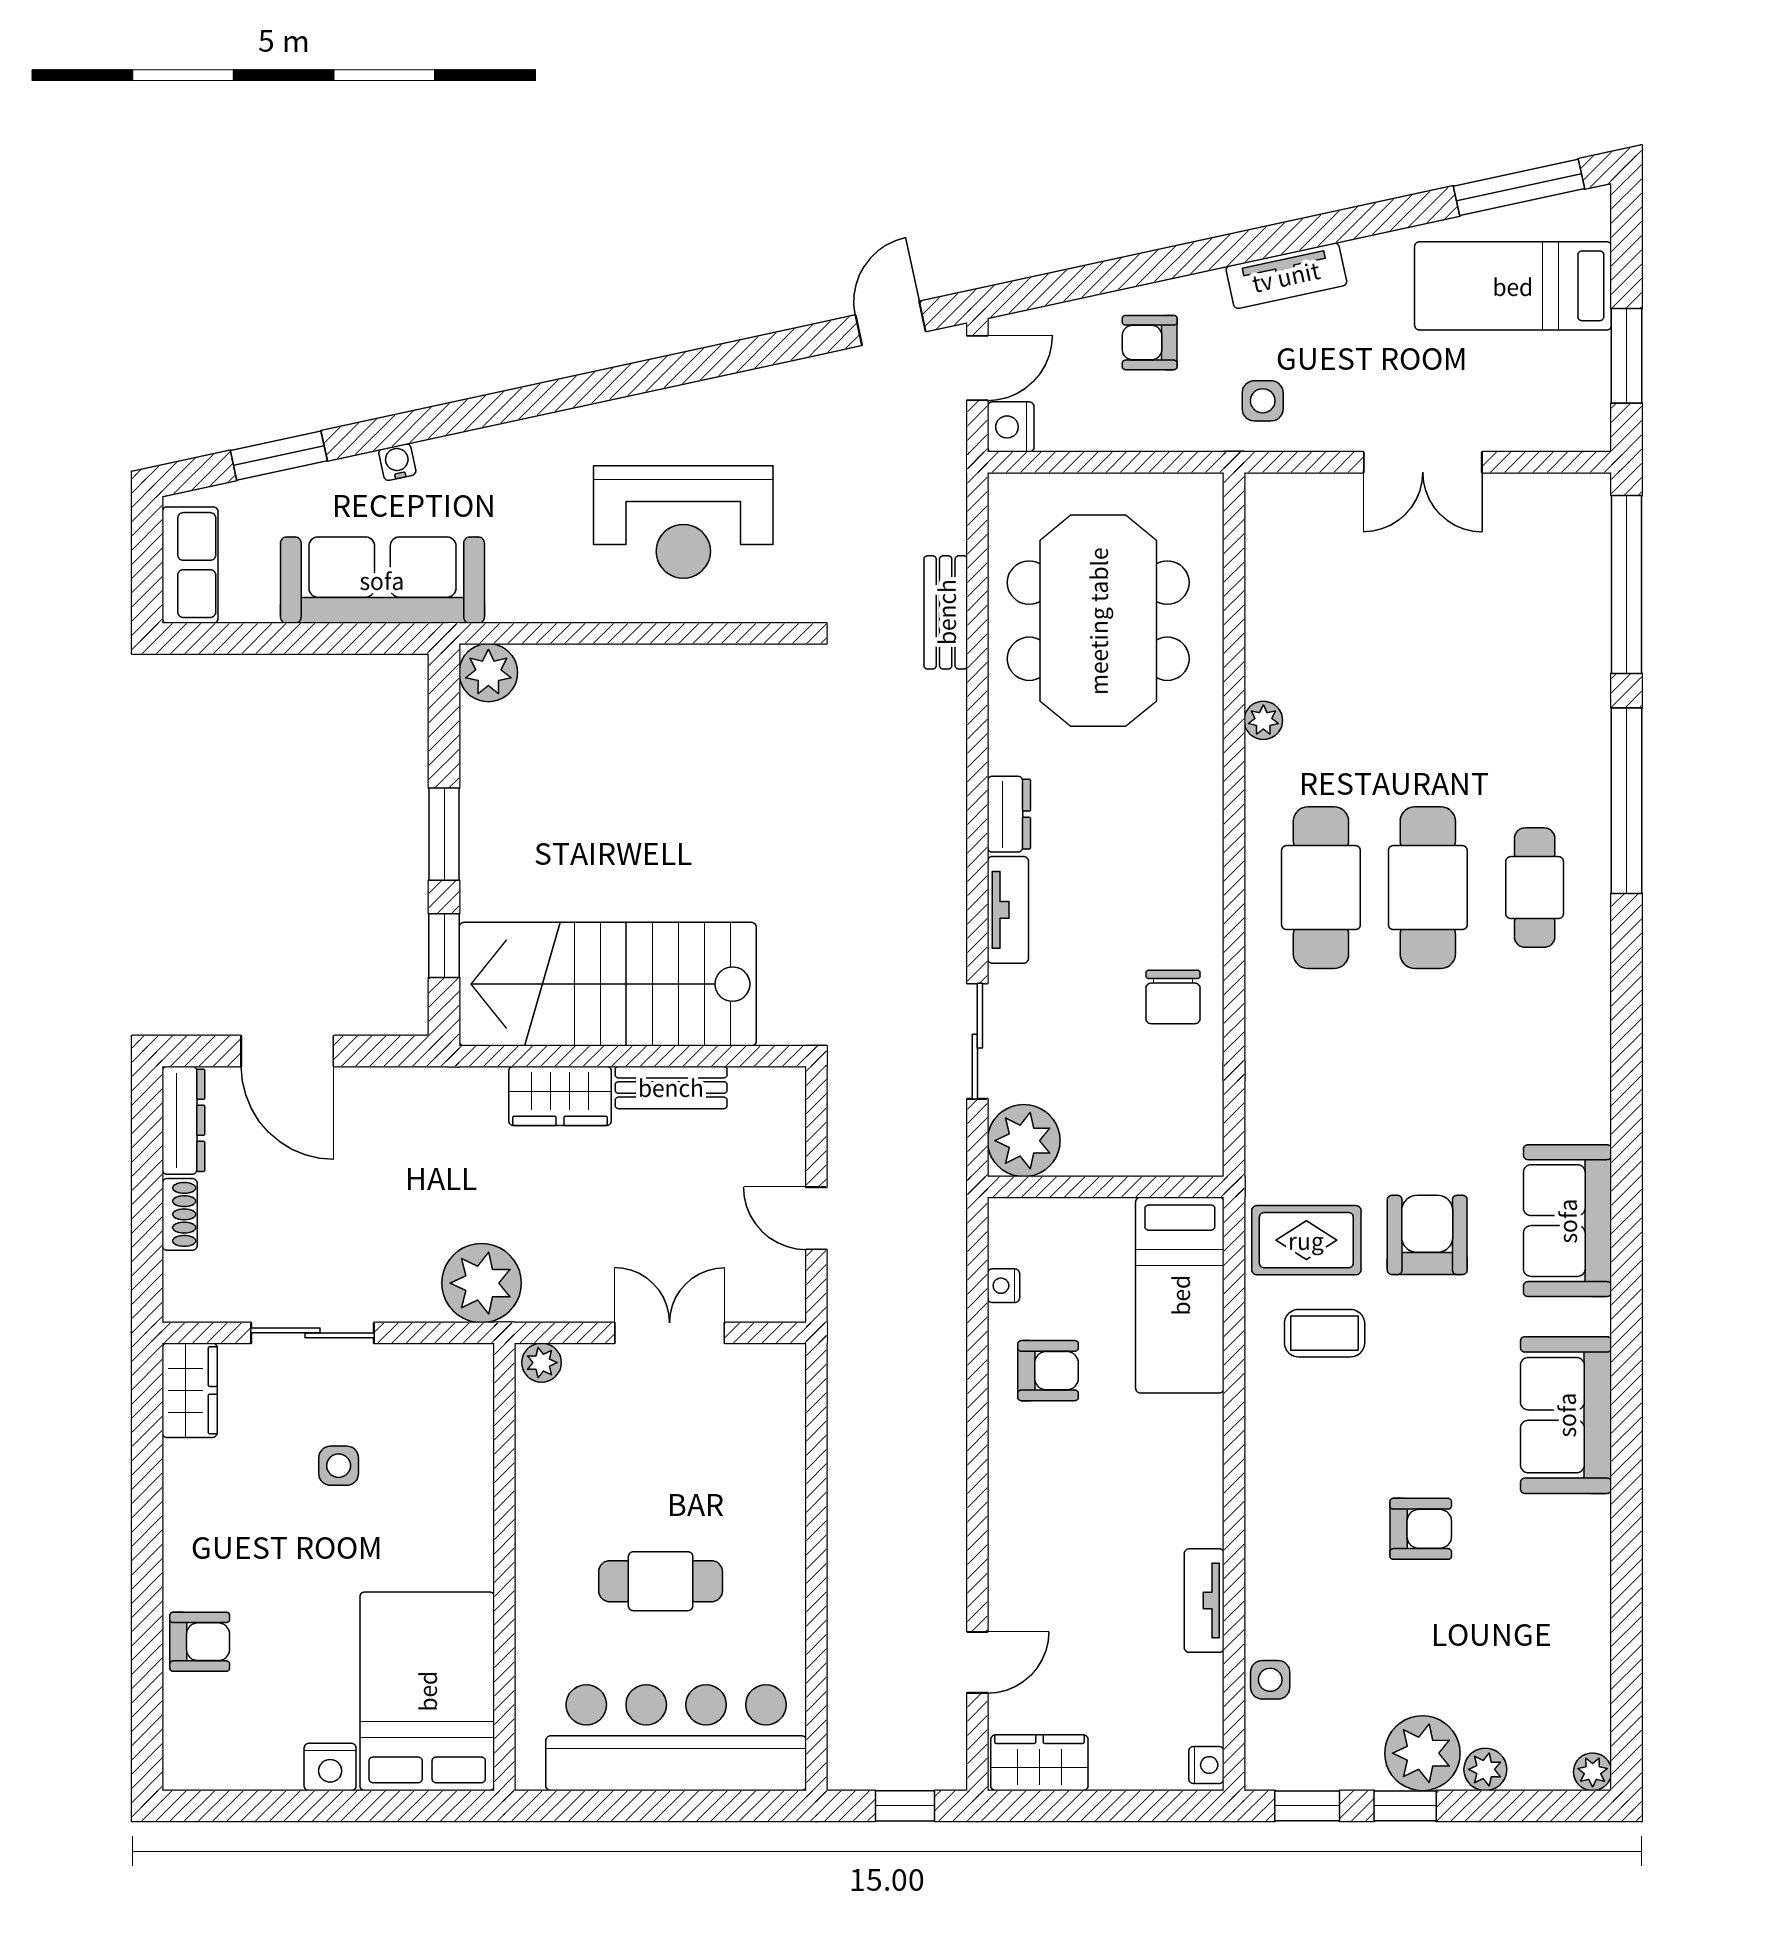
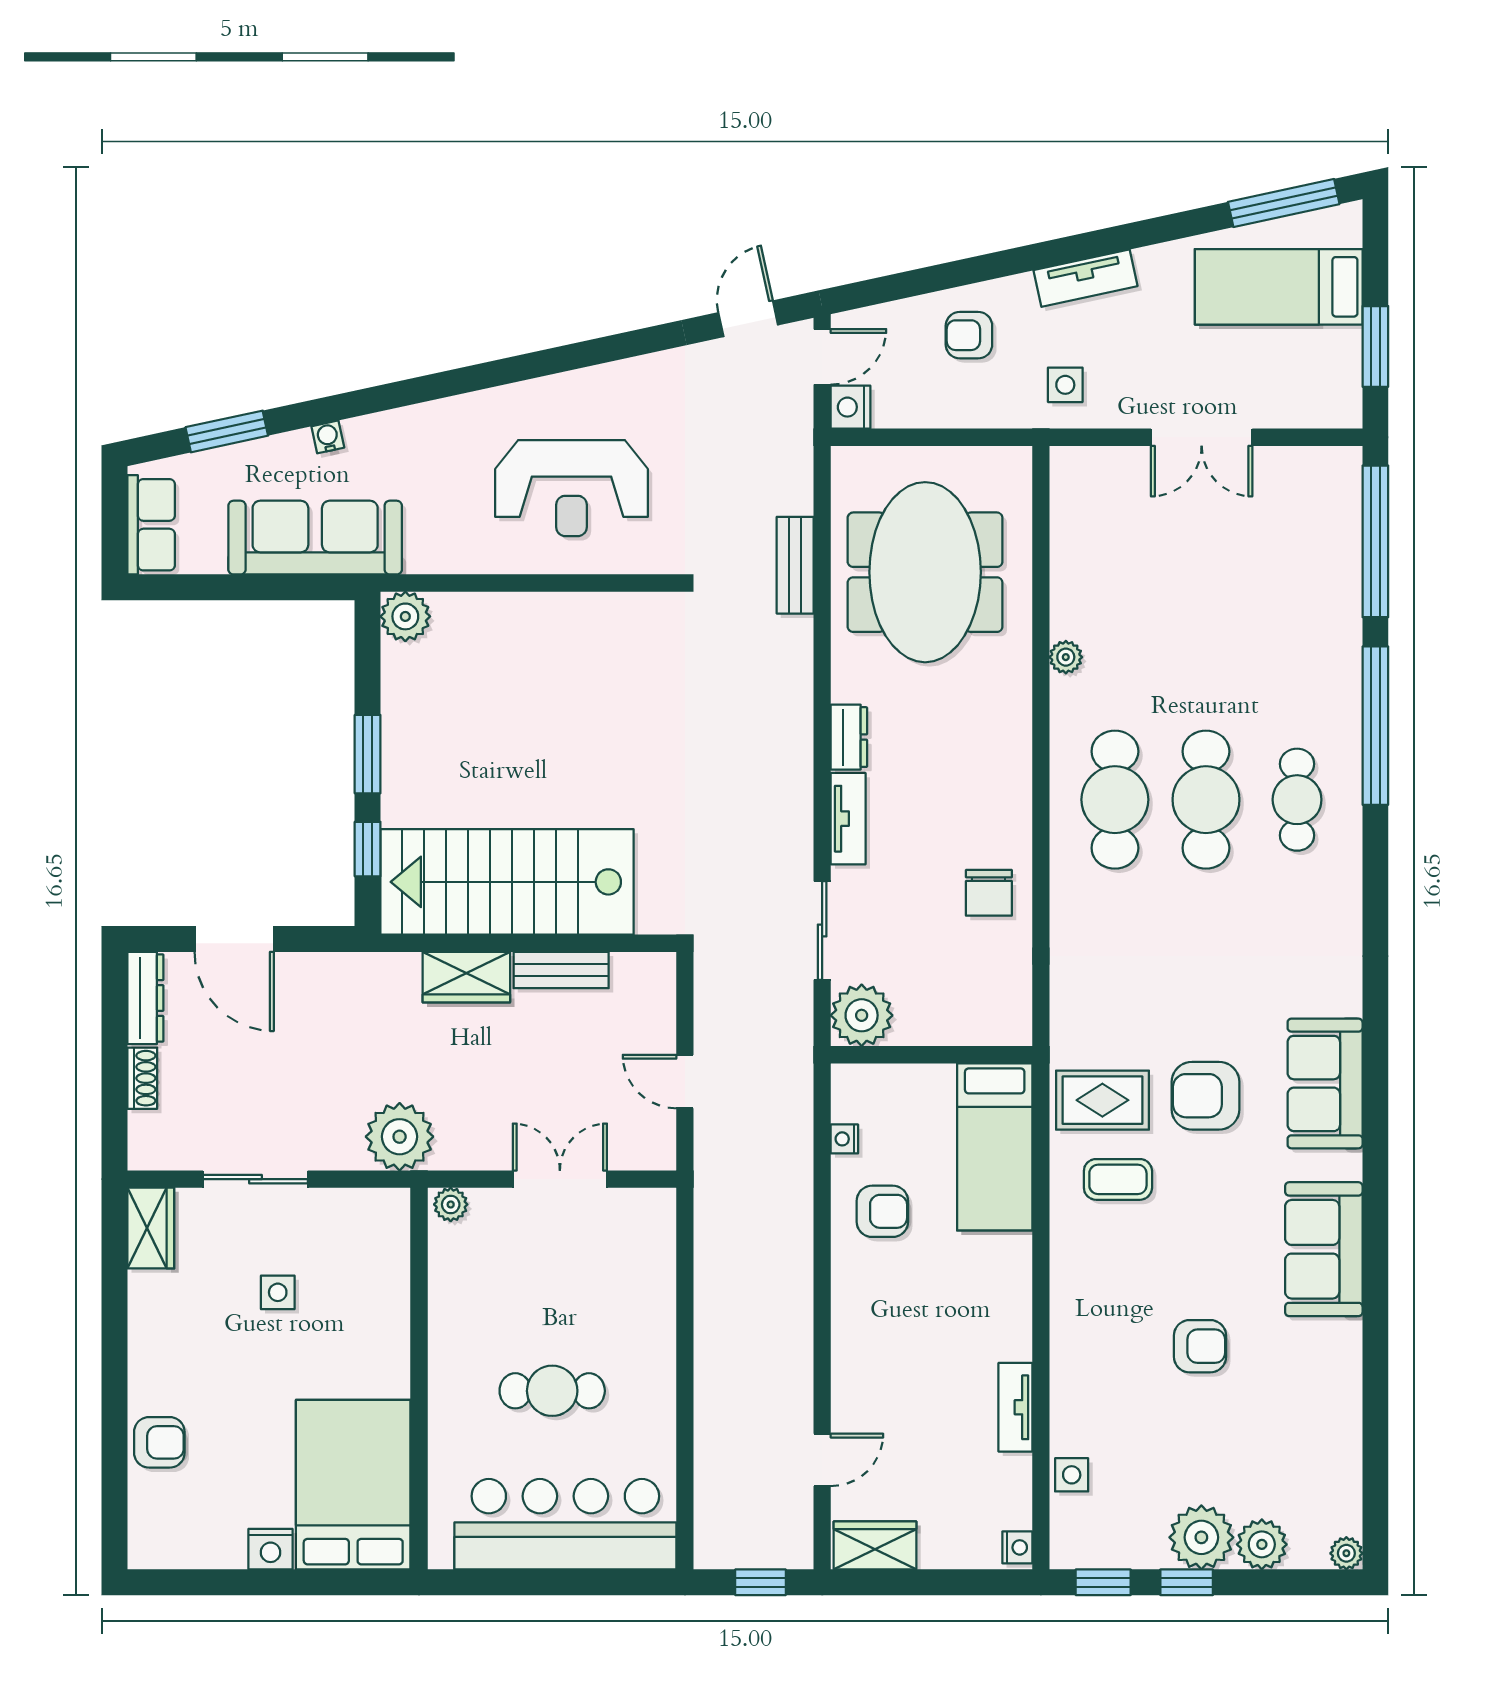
armchair: (1427, 1235) -> (1205, 1096), turned -90
plant: (1485, 1769) -> (1262, 1544), width x1.38, depth x1.38

